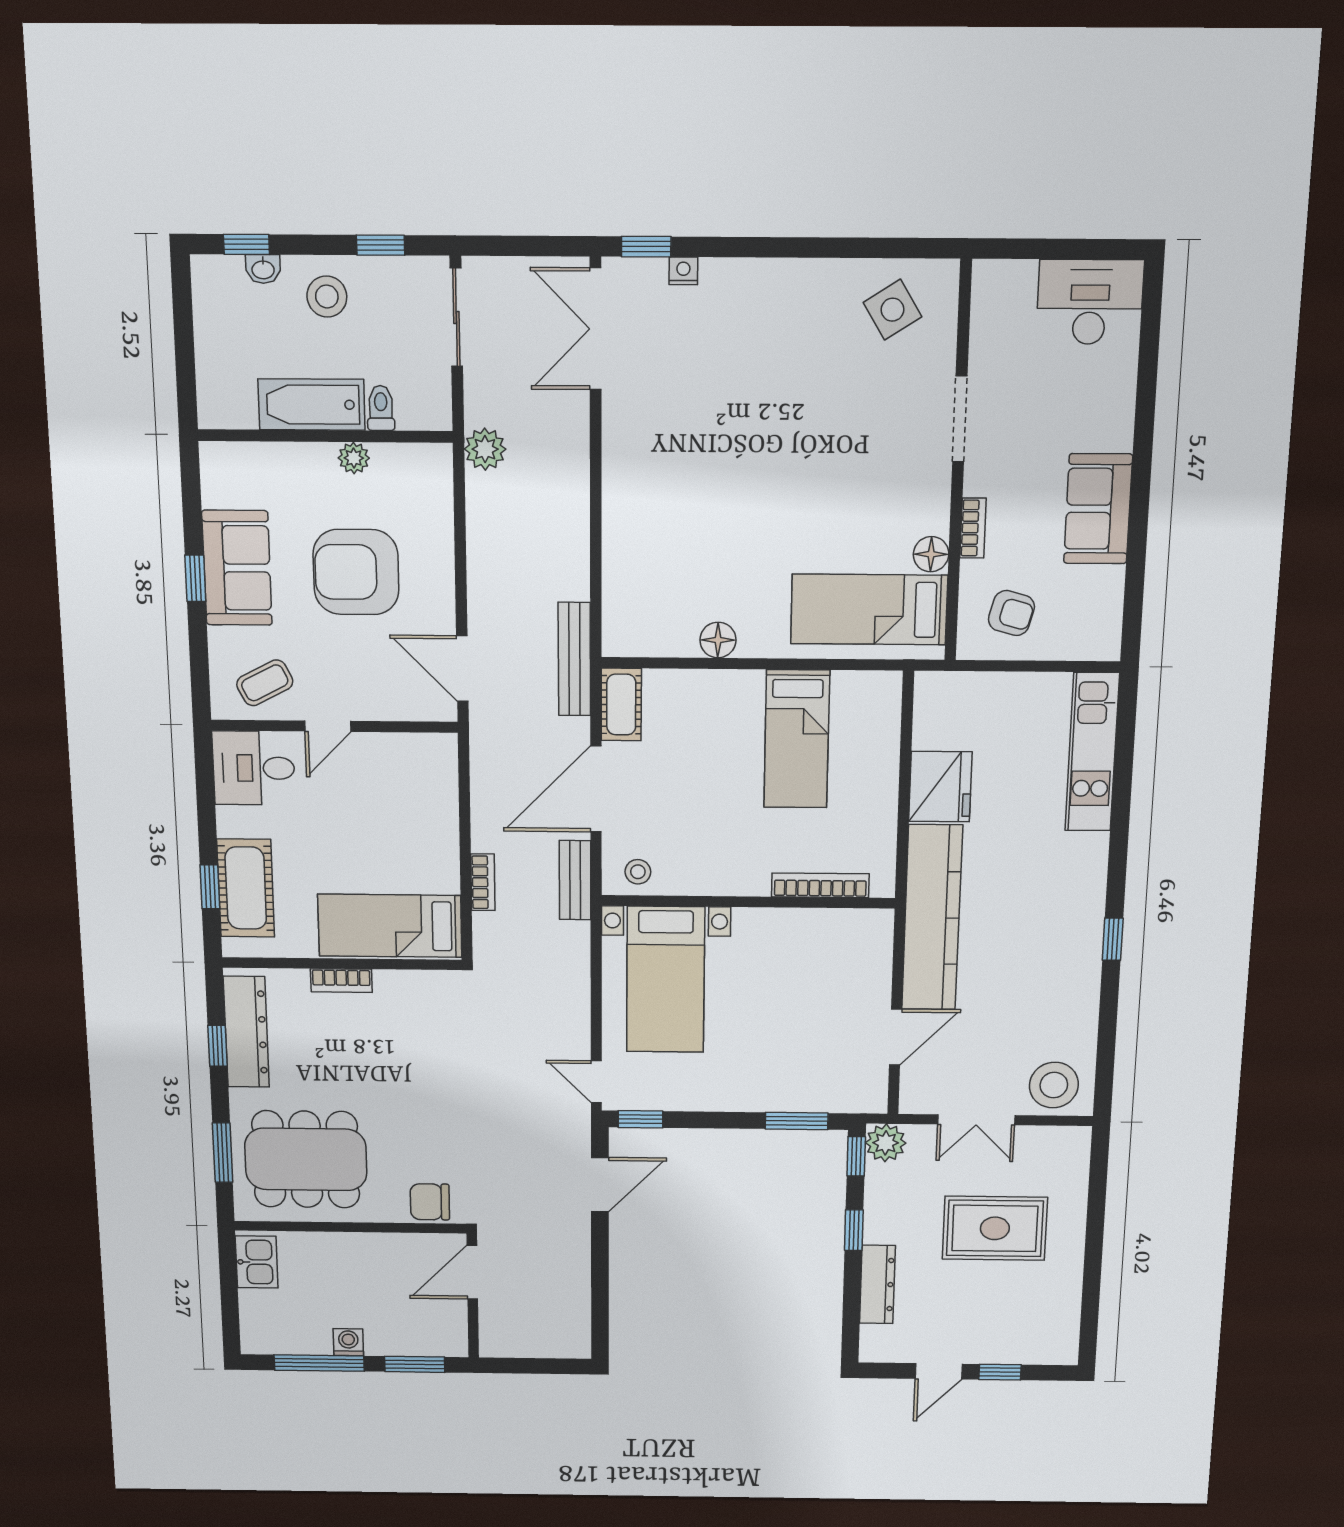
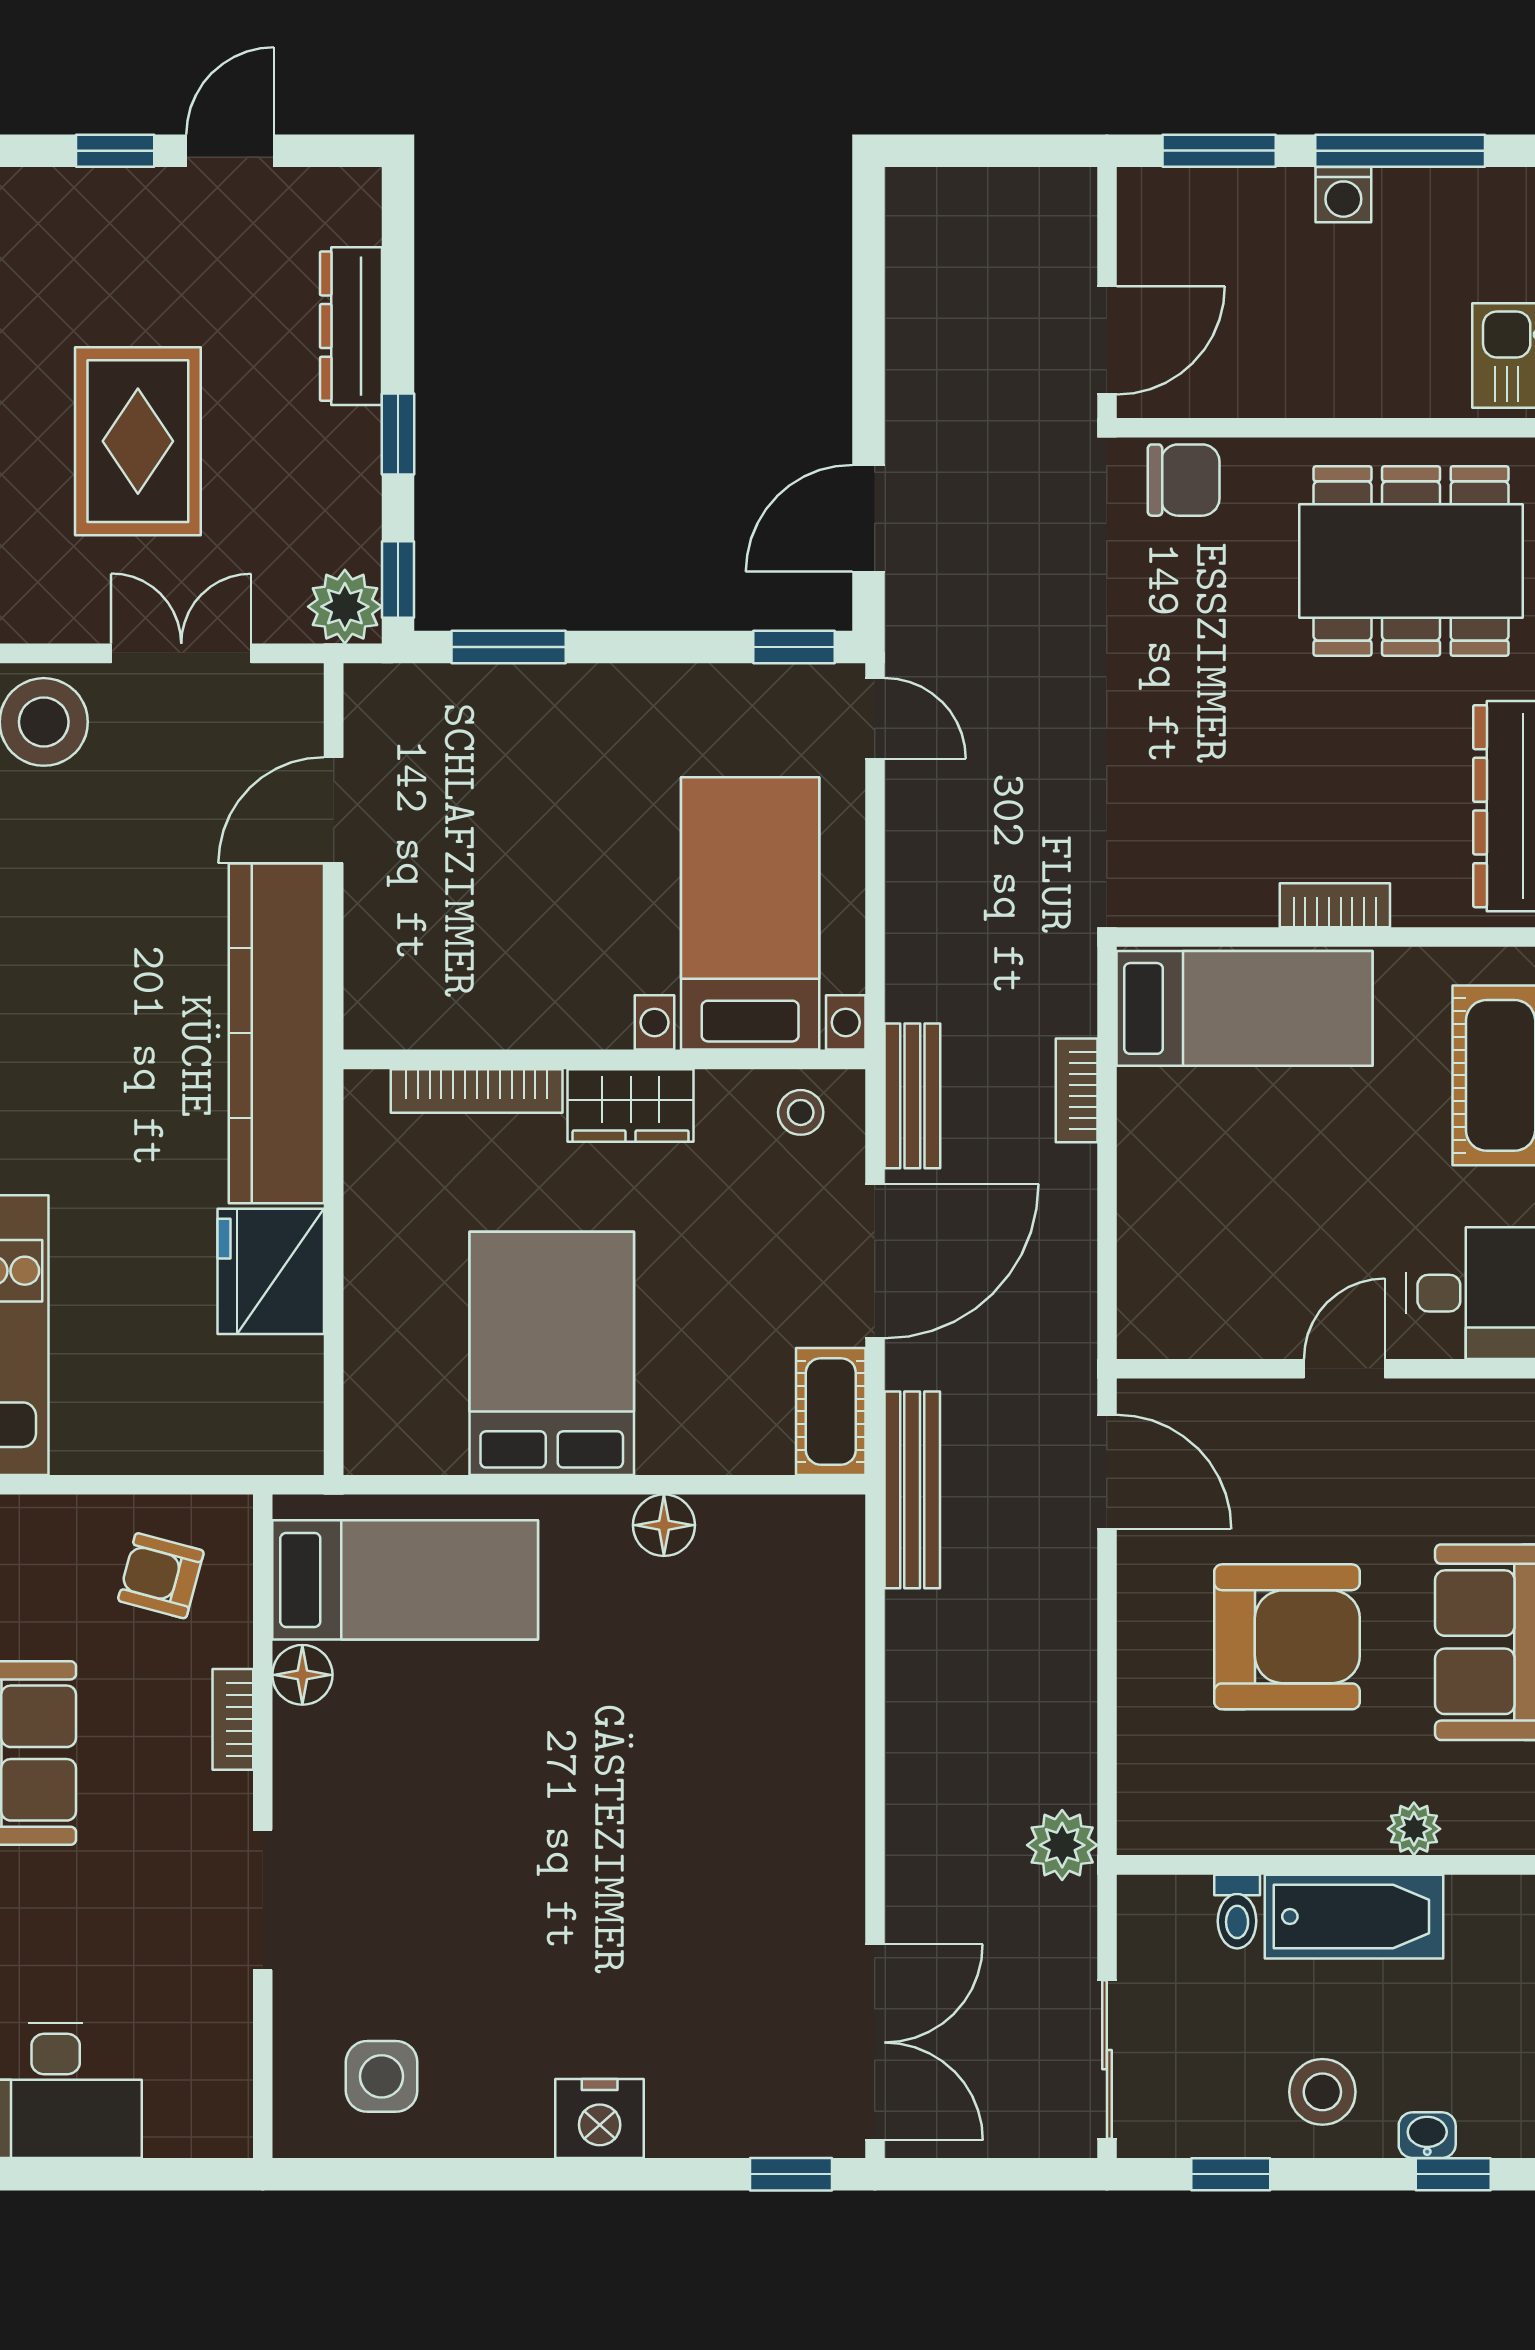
nightstand: (683, 271) -> (600, 2119), moved, width x1.89, depth x1.79
side table: (892, 310) -> (382, 2076), turned 32
plant: (354, 458) -> (1414, 1829), moved
coffee table: (265, 683) -> (1452, 1444), removed
bed: (797, 739) -> (552, 1353), width x1.50
wardrobe: (734, 877) -> (631, 1105), added
rug: (995, 1228) -> (138, 441), turned 90

